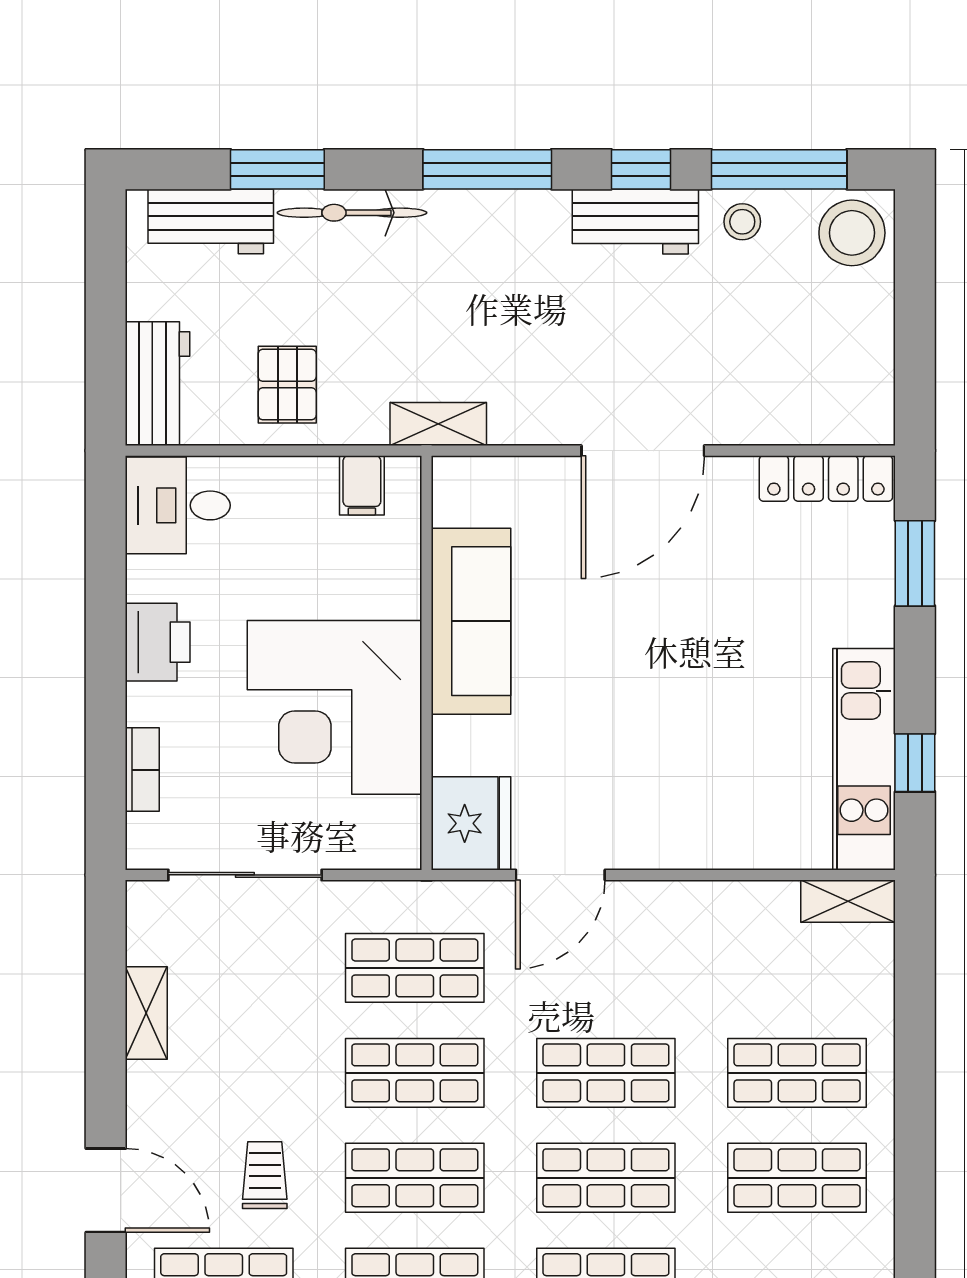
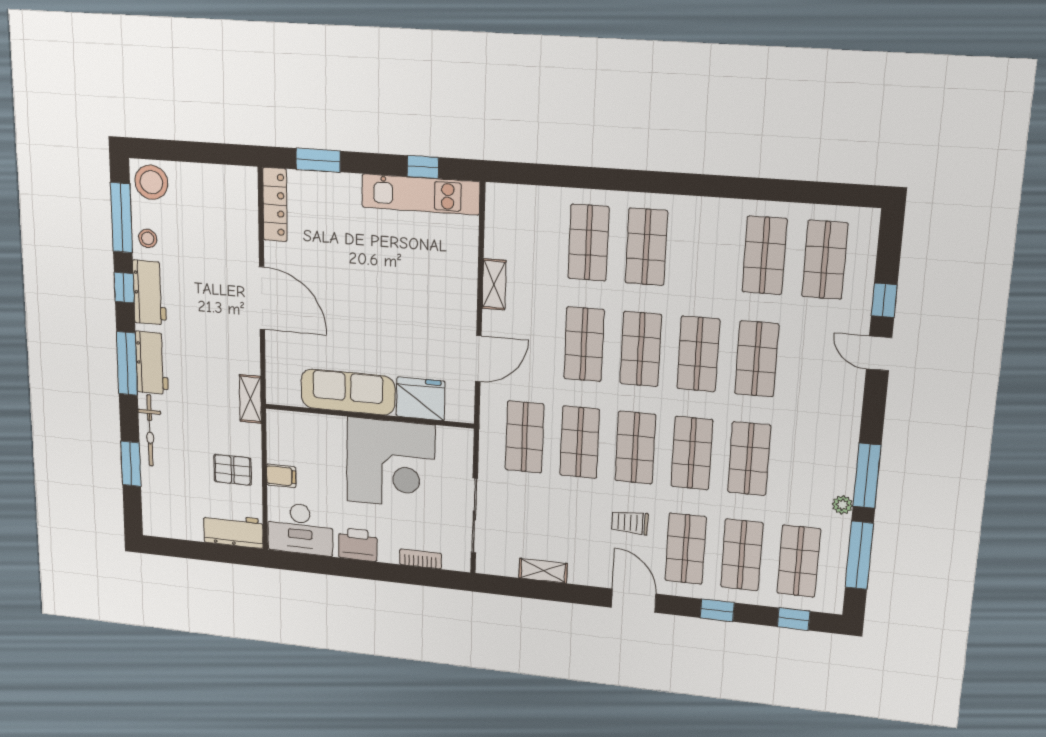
workbench: (211, 221) -> (152, 363), moved
filing cabinet: (362, 485) -> (281, 476), moved
desk: (178, 505) -> (300, 529), width x1.37
fridge: (471, 823) -> (421, 399), moved
door: (560, 875) -> (478, 359), hinge flipped
shelving: (848, 901) -> (494, 284), moved
door: (106, 1190) -> (634, 601), hinge flipped

